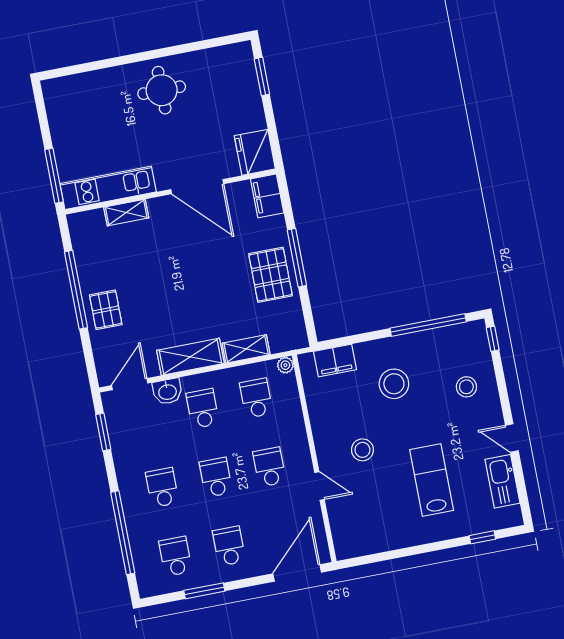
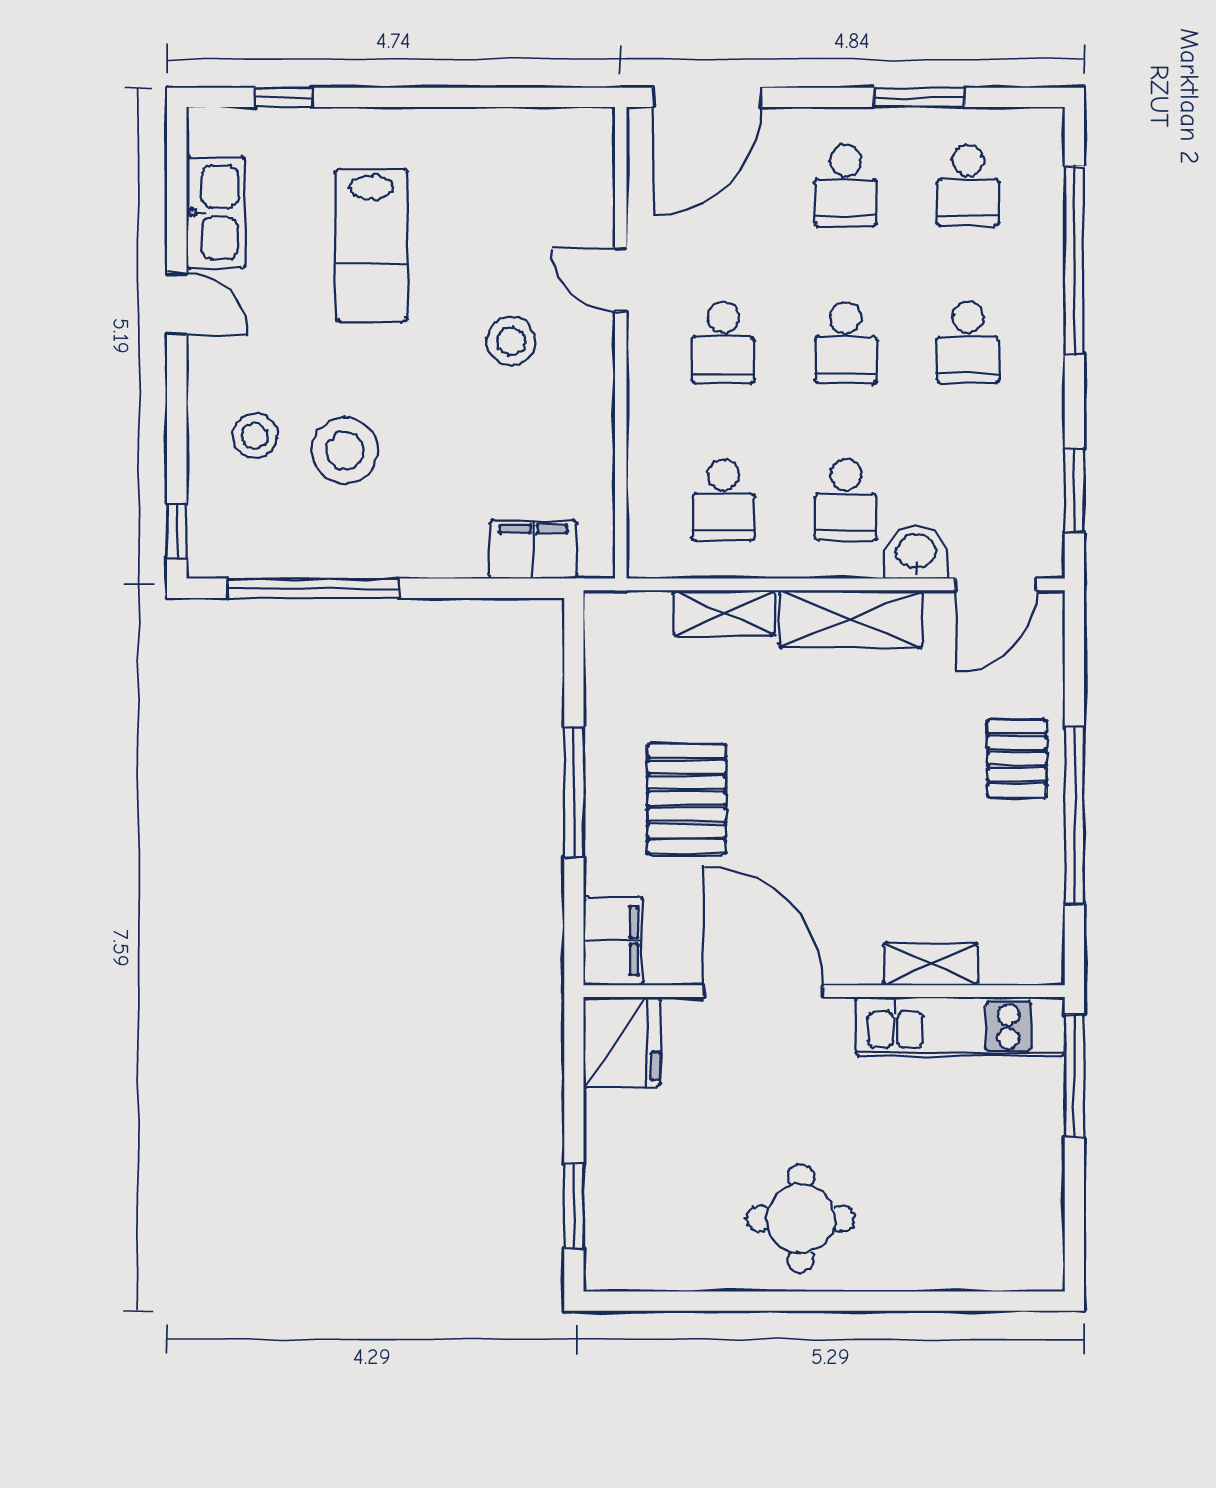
pallet: (271, 275) -> (687, 799), moved
plant: (285, 365) -> (645, 560), removed
stool: (394, 384) -> (345, 451), moved

